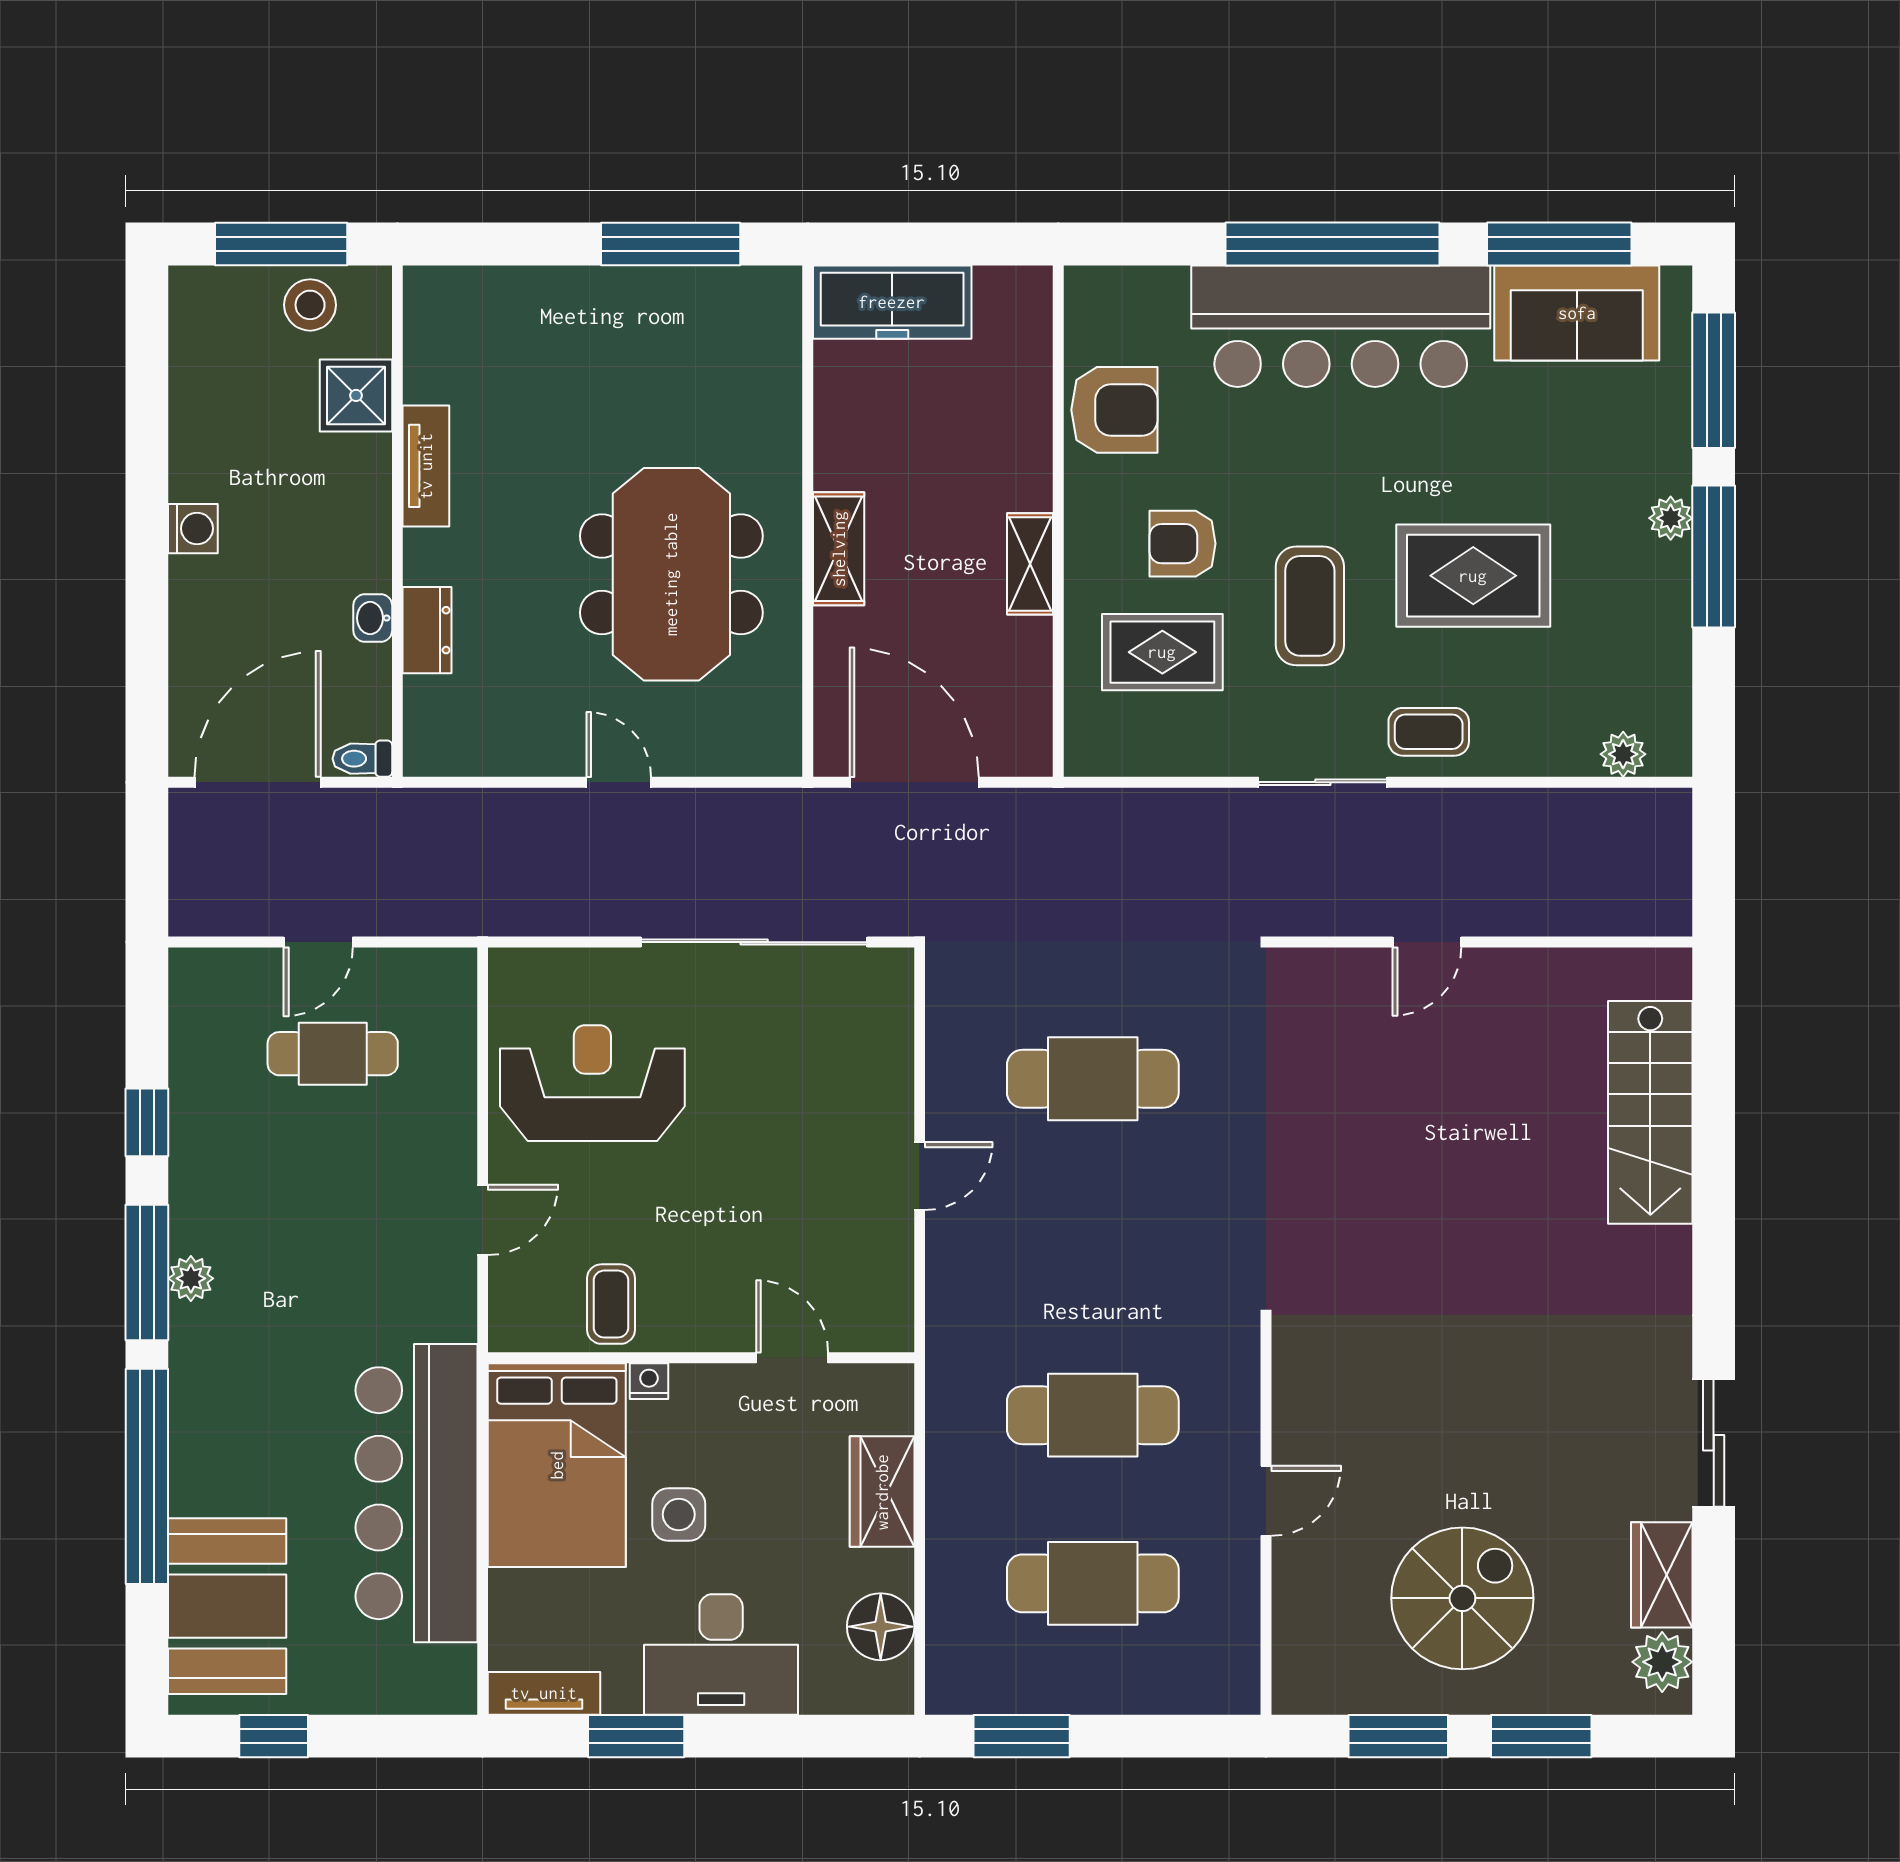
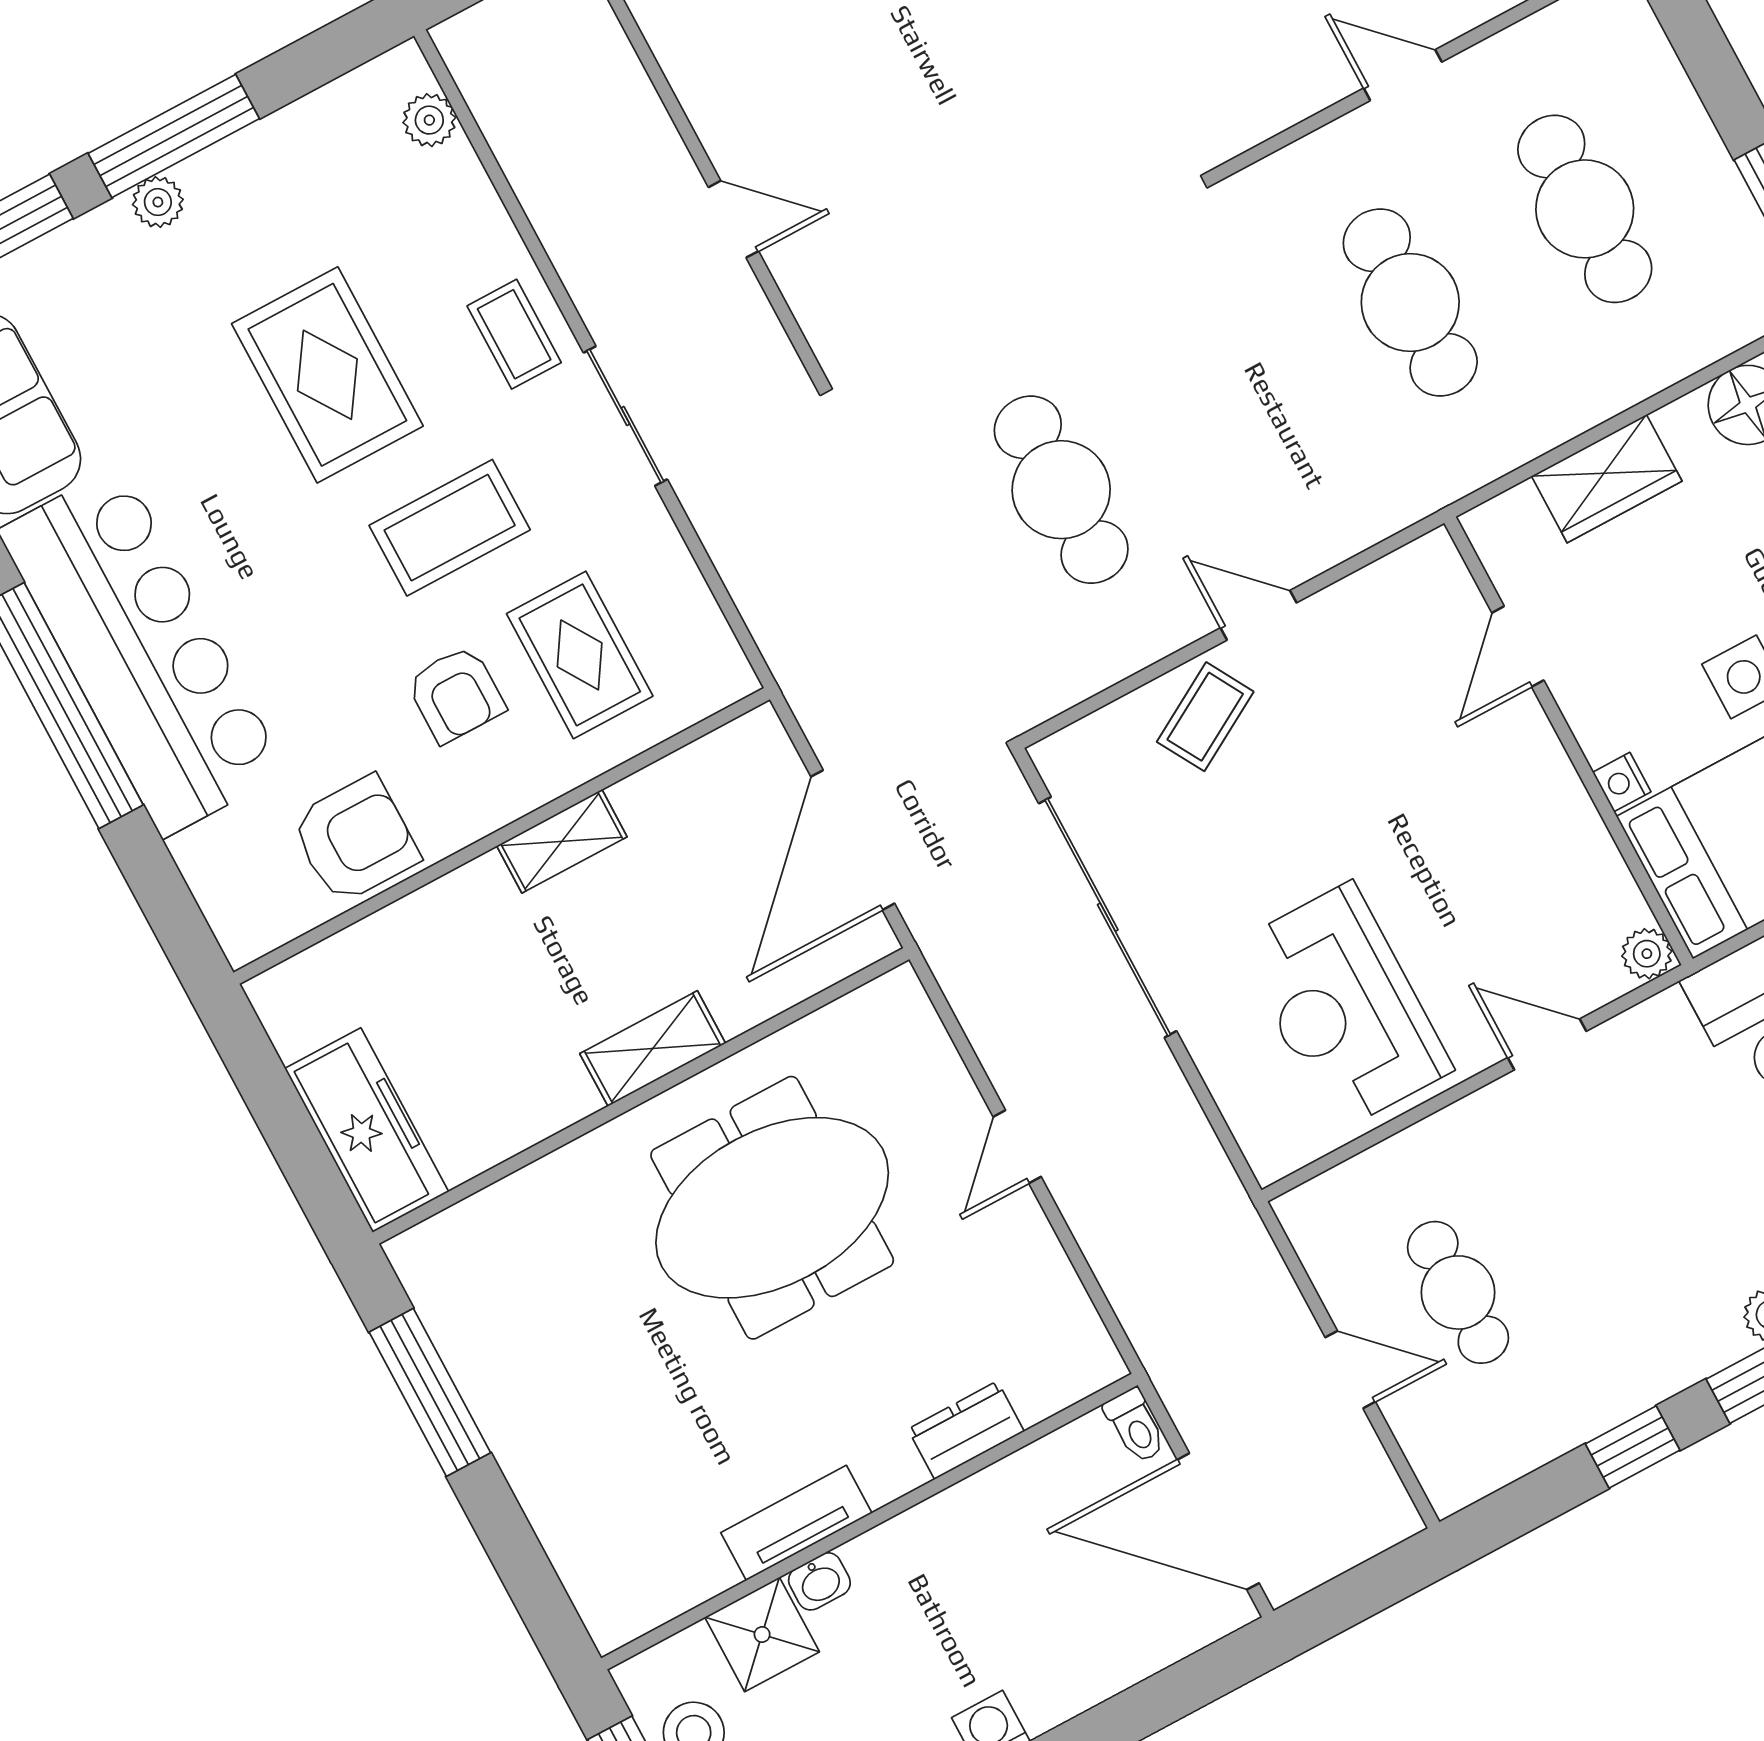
armchair: (1114, 410) -> (355, 839), turned 90
washbasin: (373, 618) -> (819, 1581), moved
coffee table: (611, 1304) -> (1205, 717), moved, turned -30
plant: (510, 1331) -> (1647, 954), added

